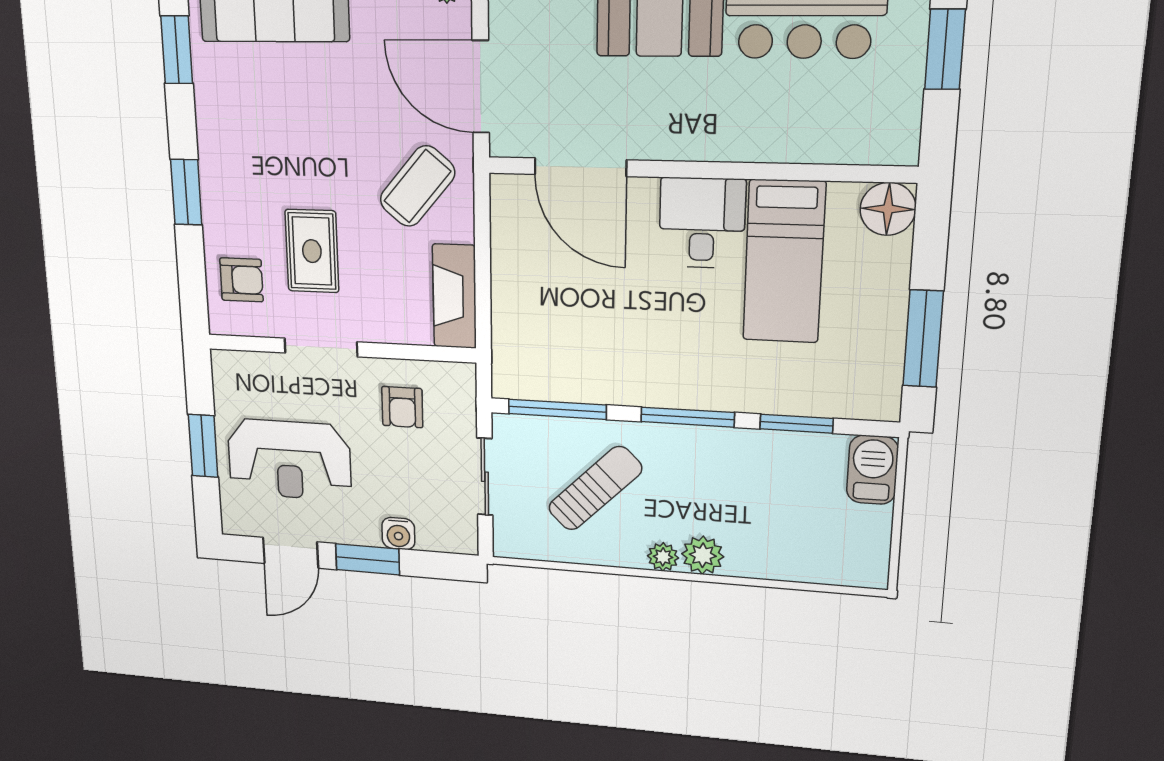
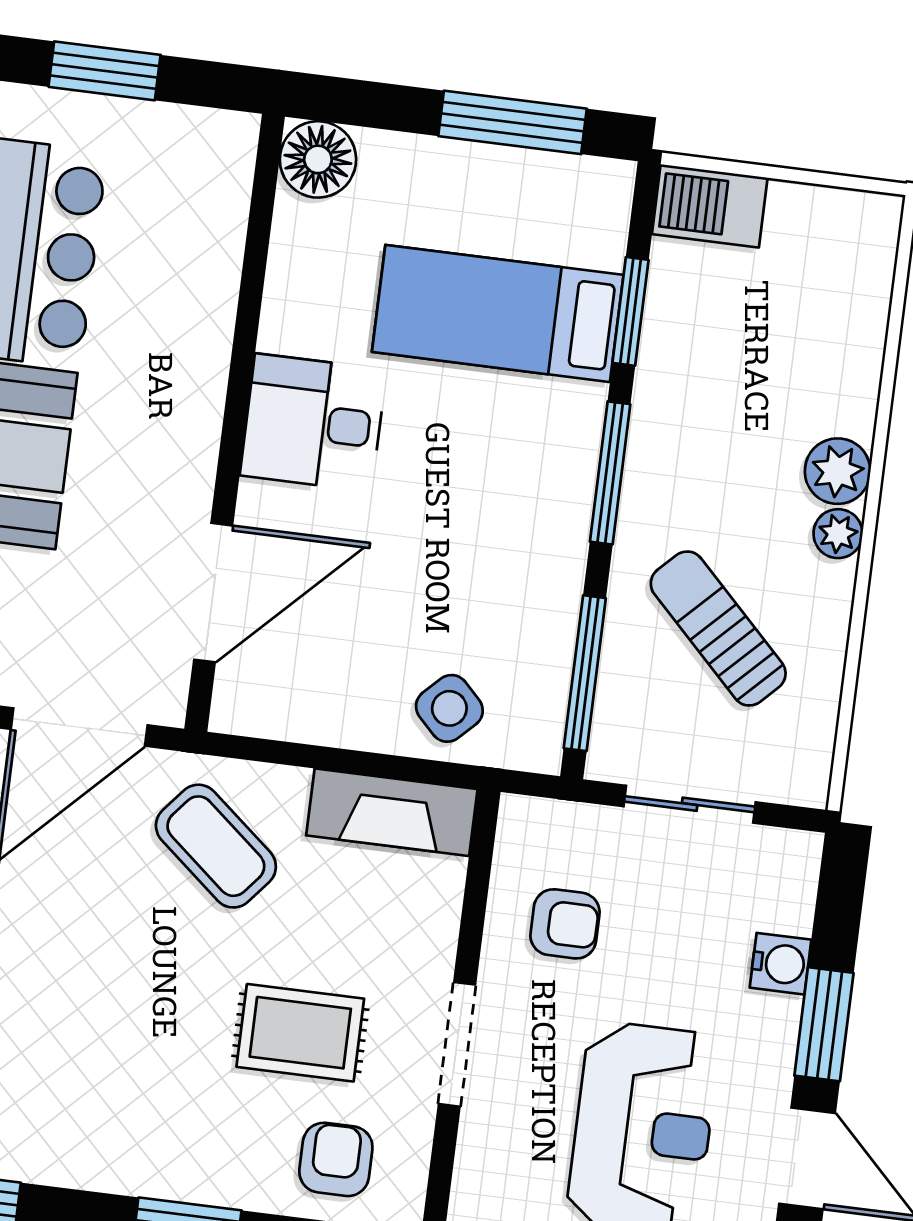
bed: (784, 262) -> (498, 313), moved, turned 180
side table: (524, 327) -> (449, 708), added

